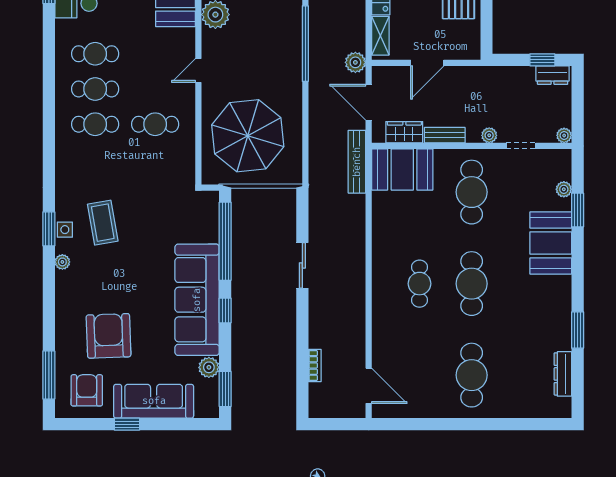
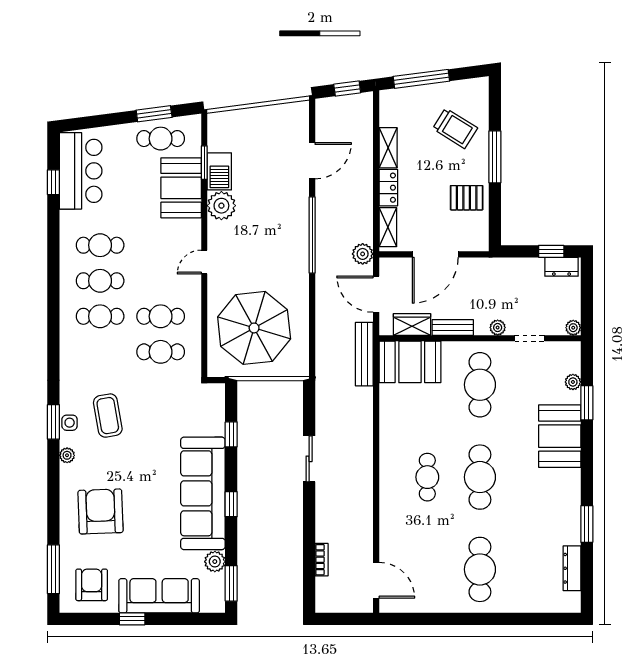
door: (427, 63) -> (435, 254), width x1.36
cafe table: (155, 159) -> (161, 352), added
window: (225, 241) -> (231, 434), width x0.32
armchair: (109, 336) -> (101, 511), moved

